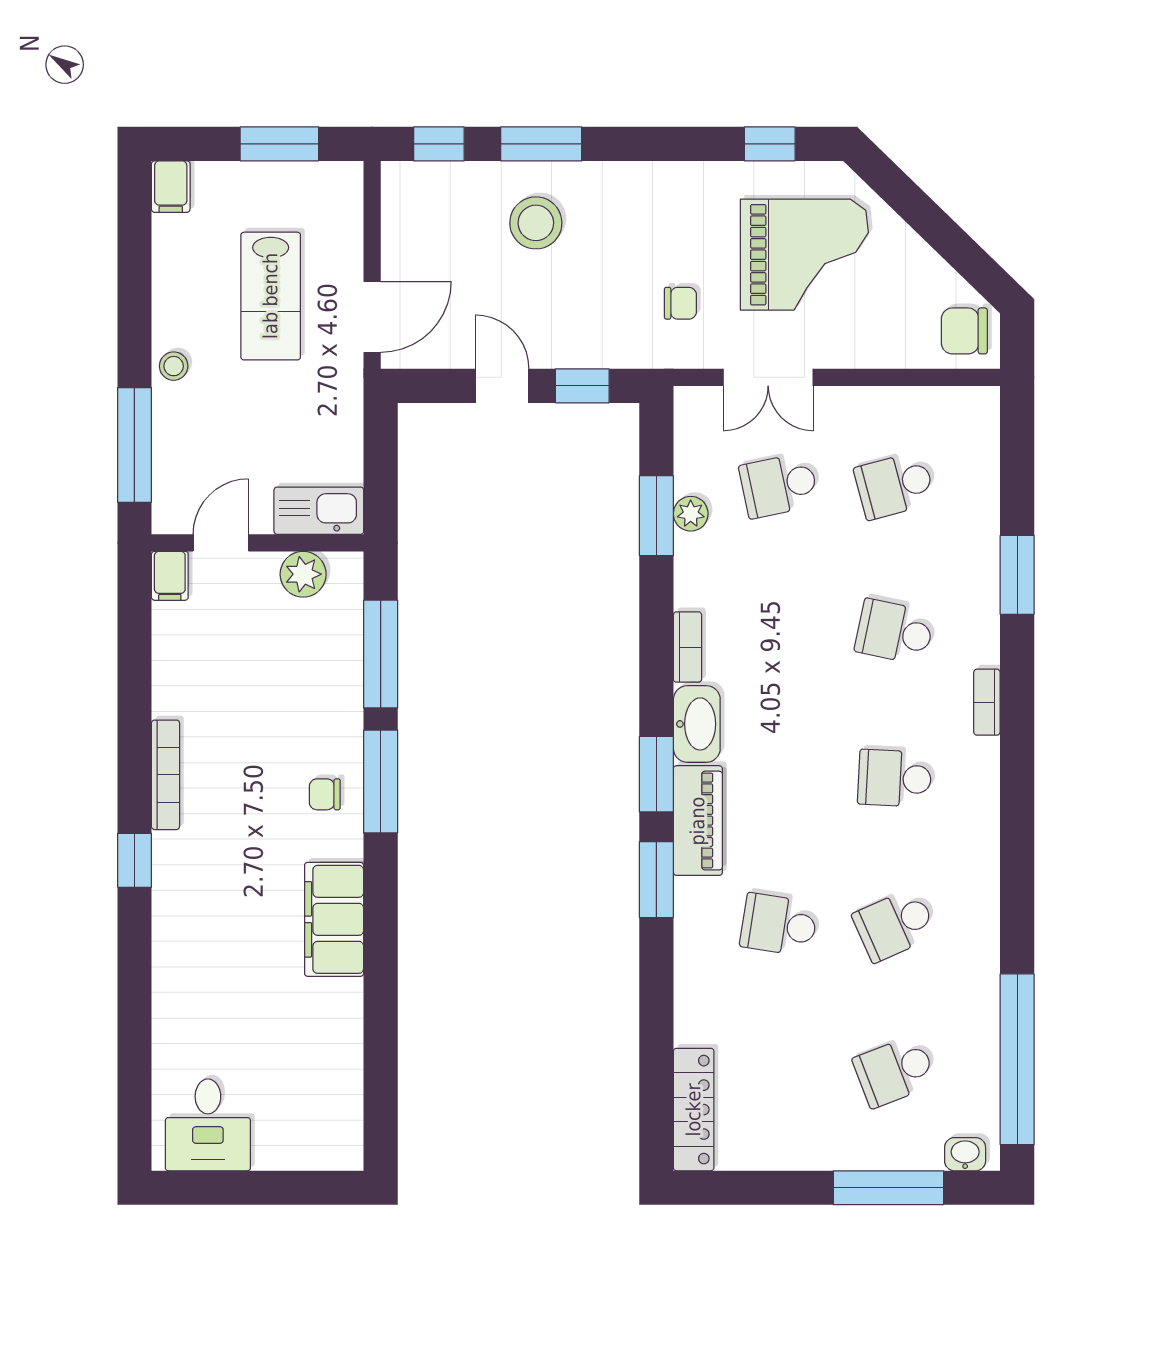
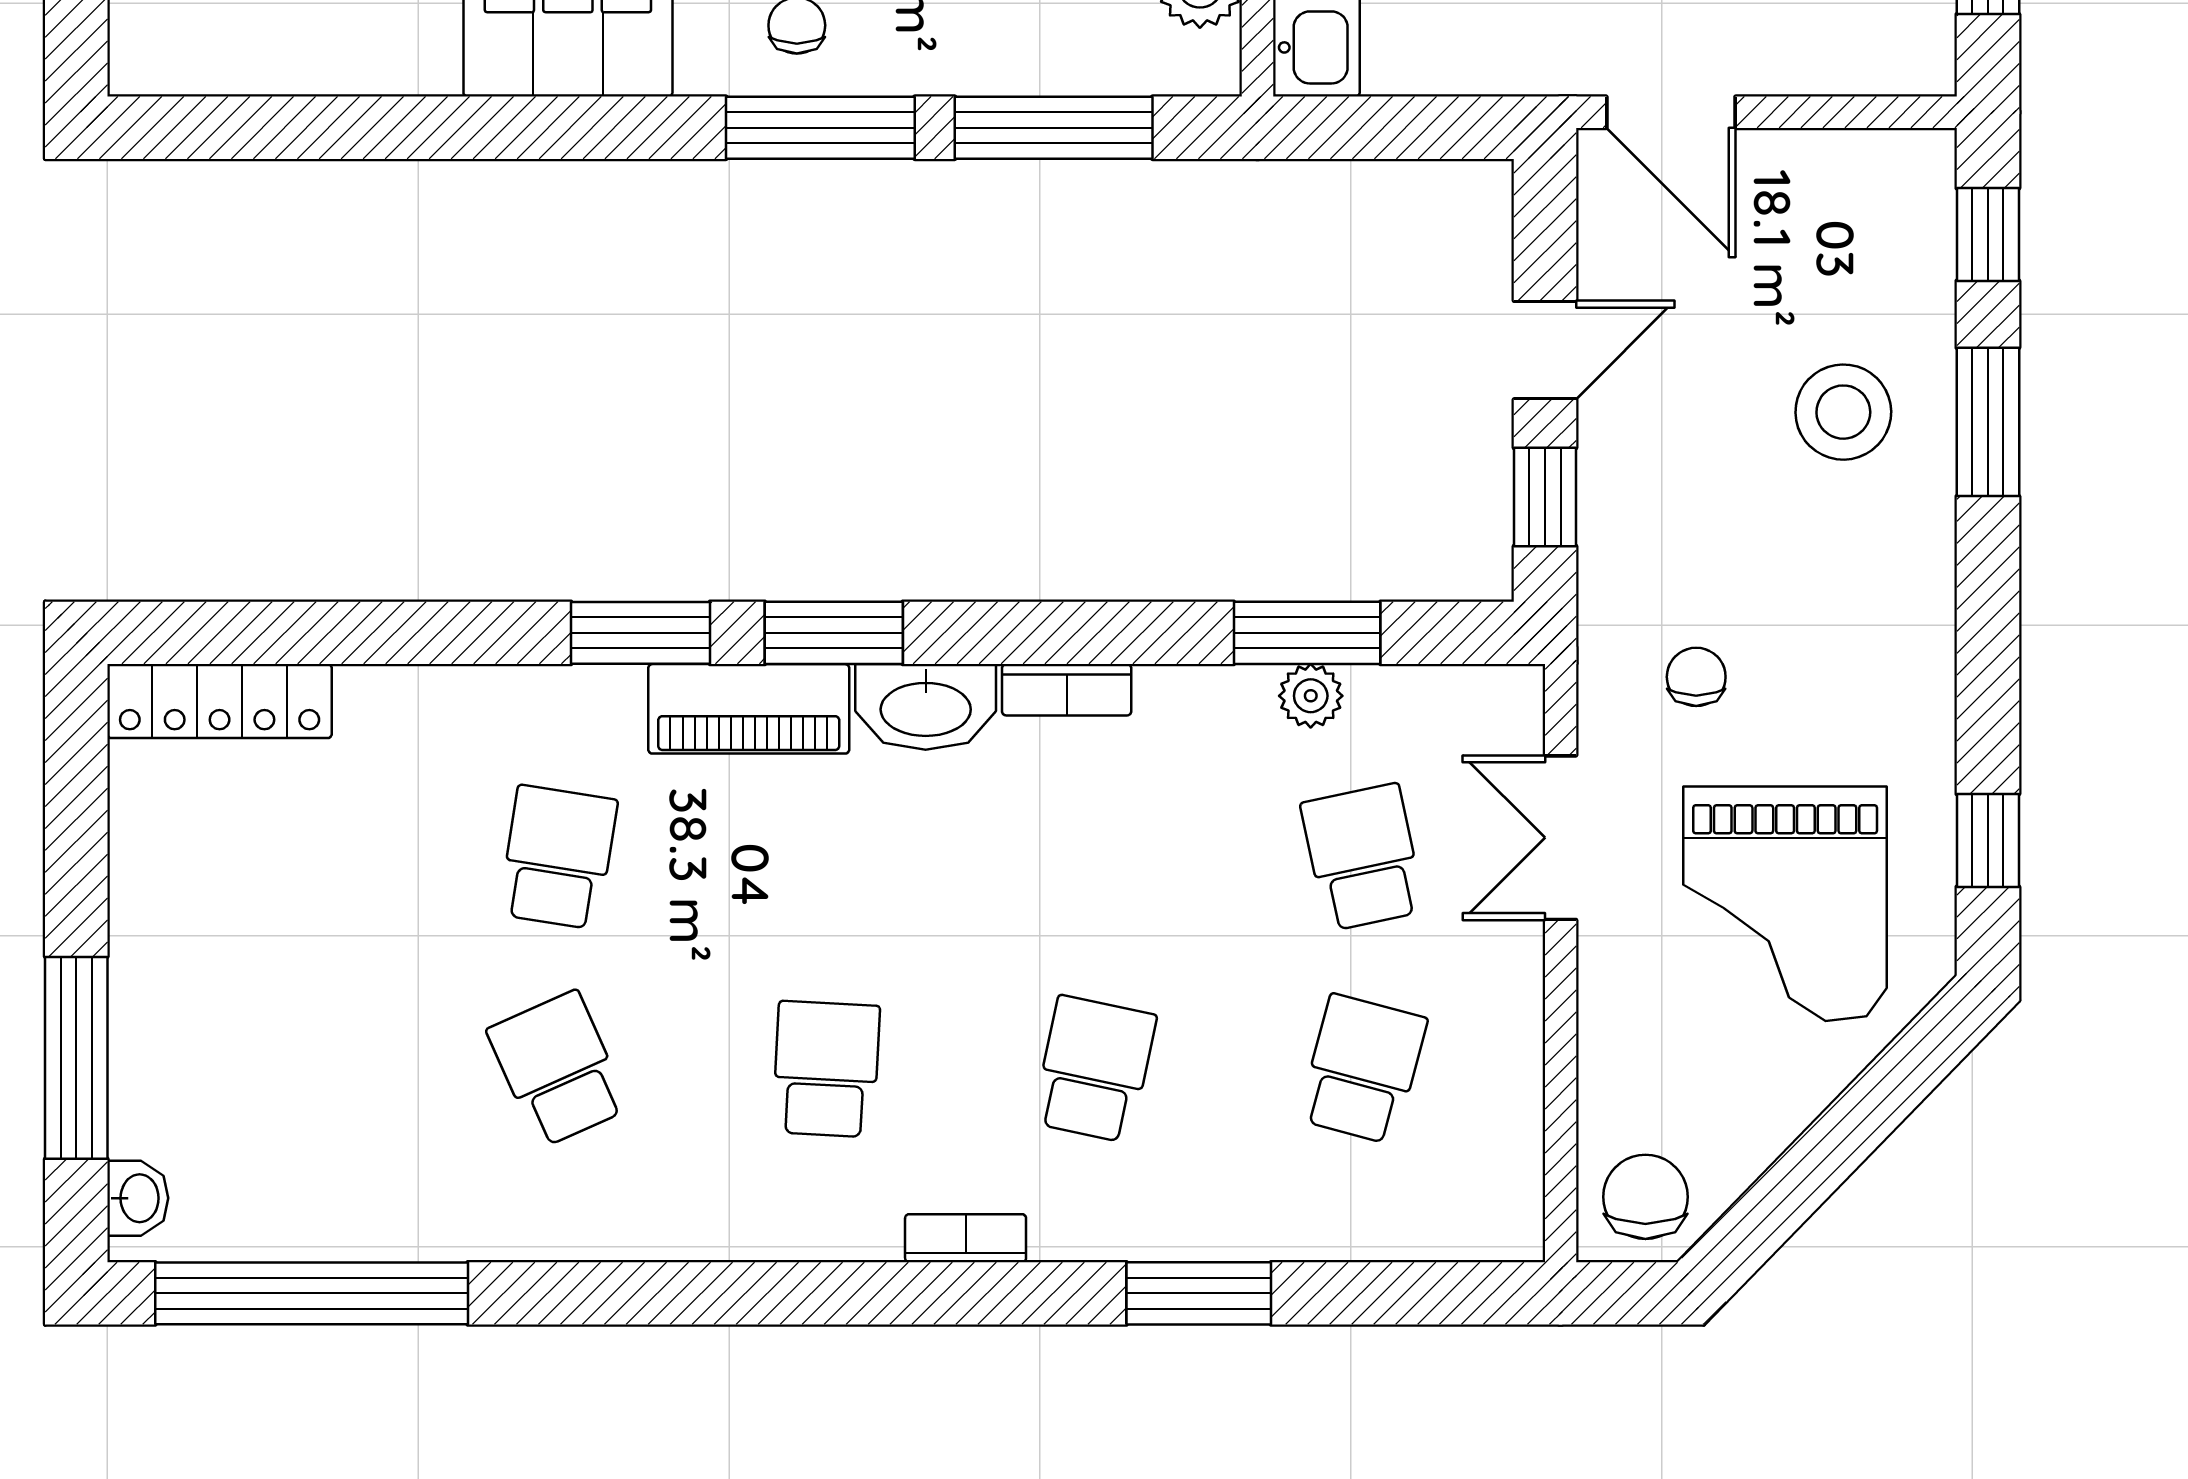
chair: (680, 303) -> (1696, 677), turned 180
school desk: (895, 485) -> (1363, 1069), turned 30
school desk: (895, 1071) -> (290, 1069), removed

